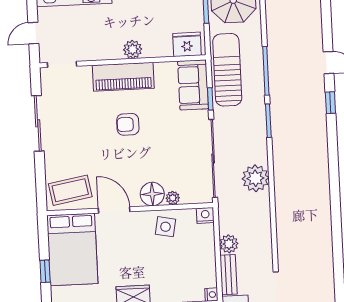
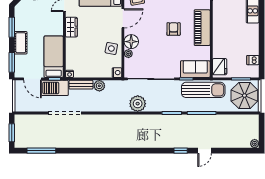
plant: (133, 49) -> (218, 34), removed

